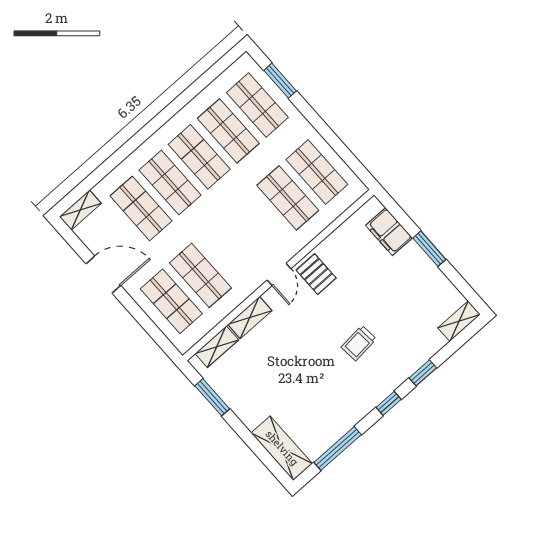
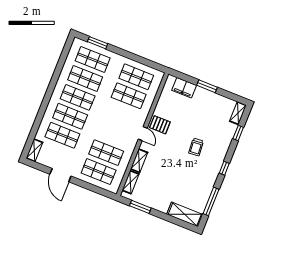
door: (103, 275) -> (60, 175), swing flipped
window: (423, 373) -> (238, 133), moved

